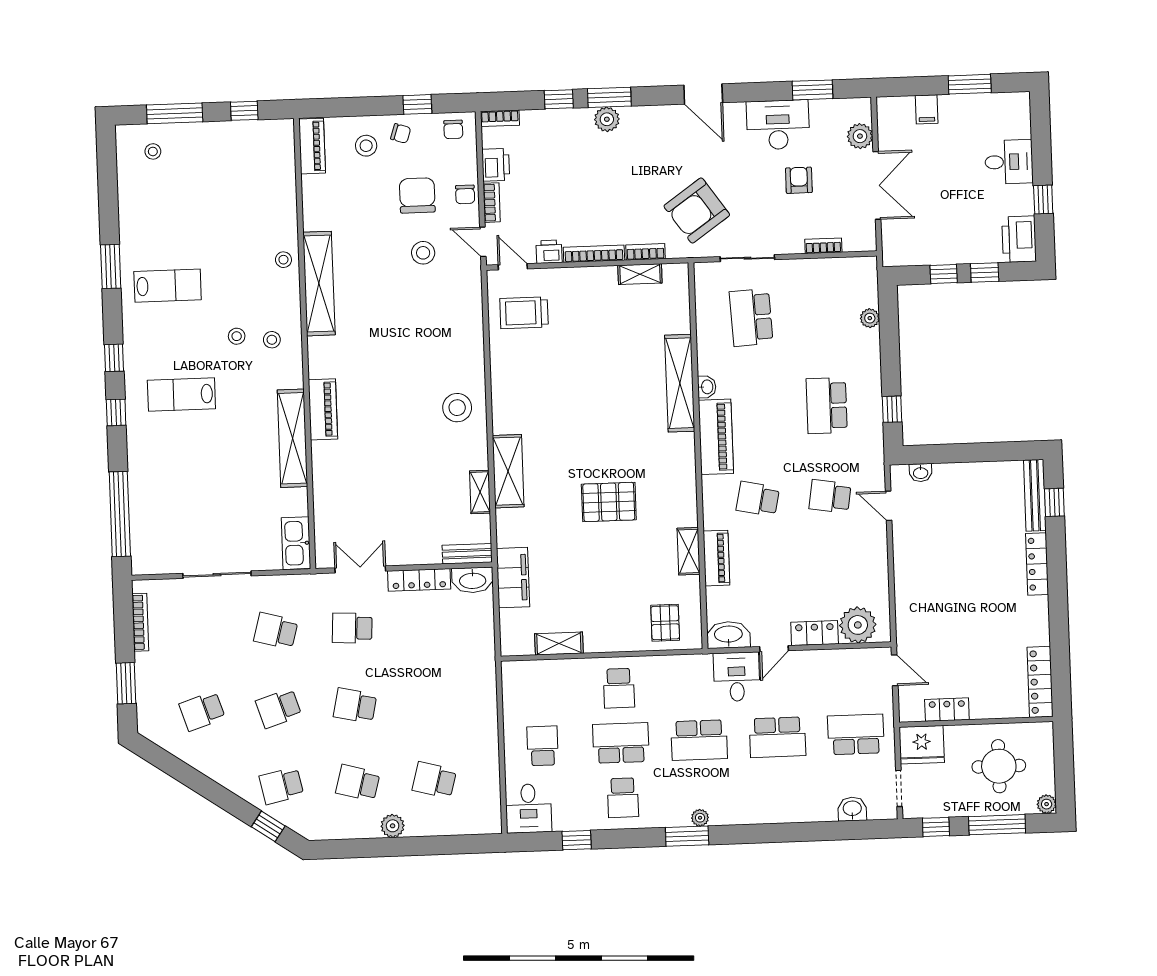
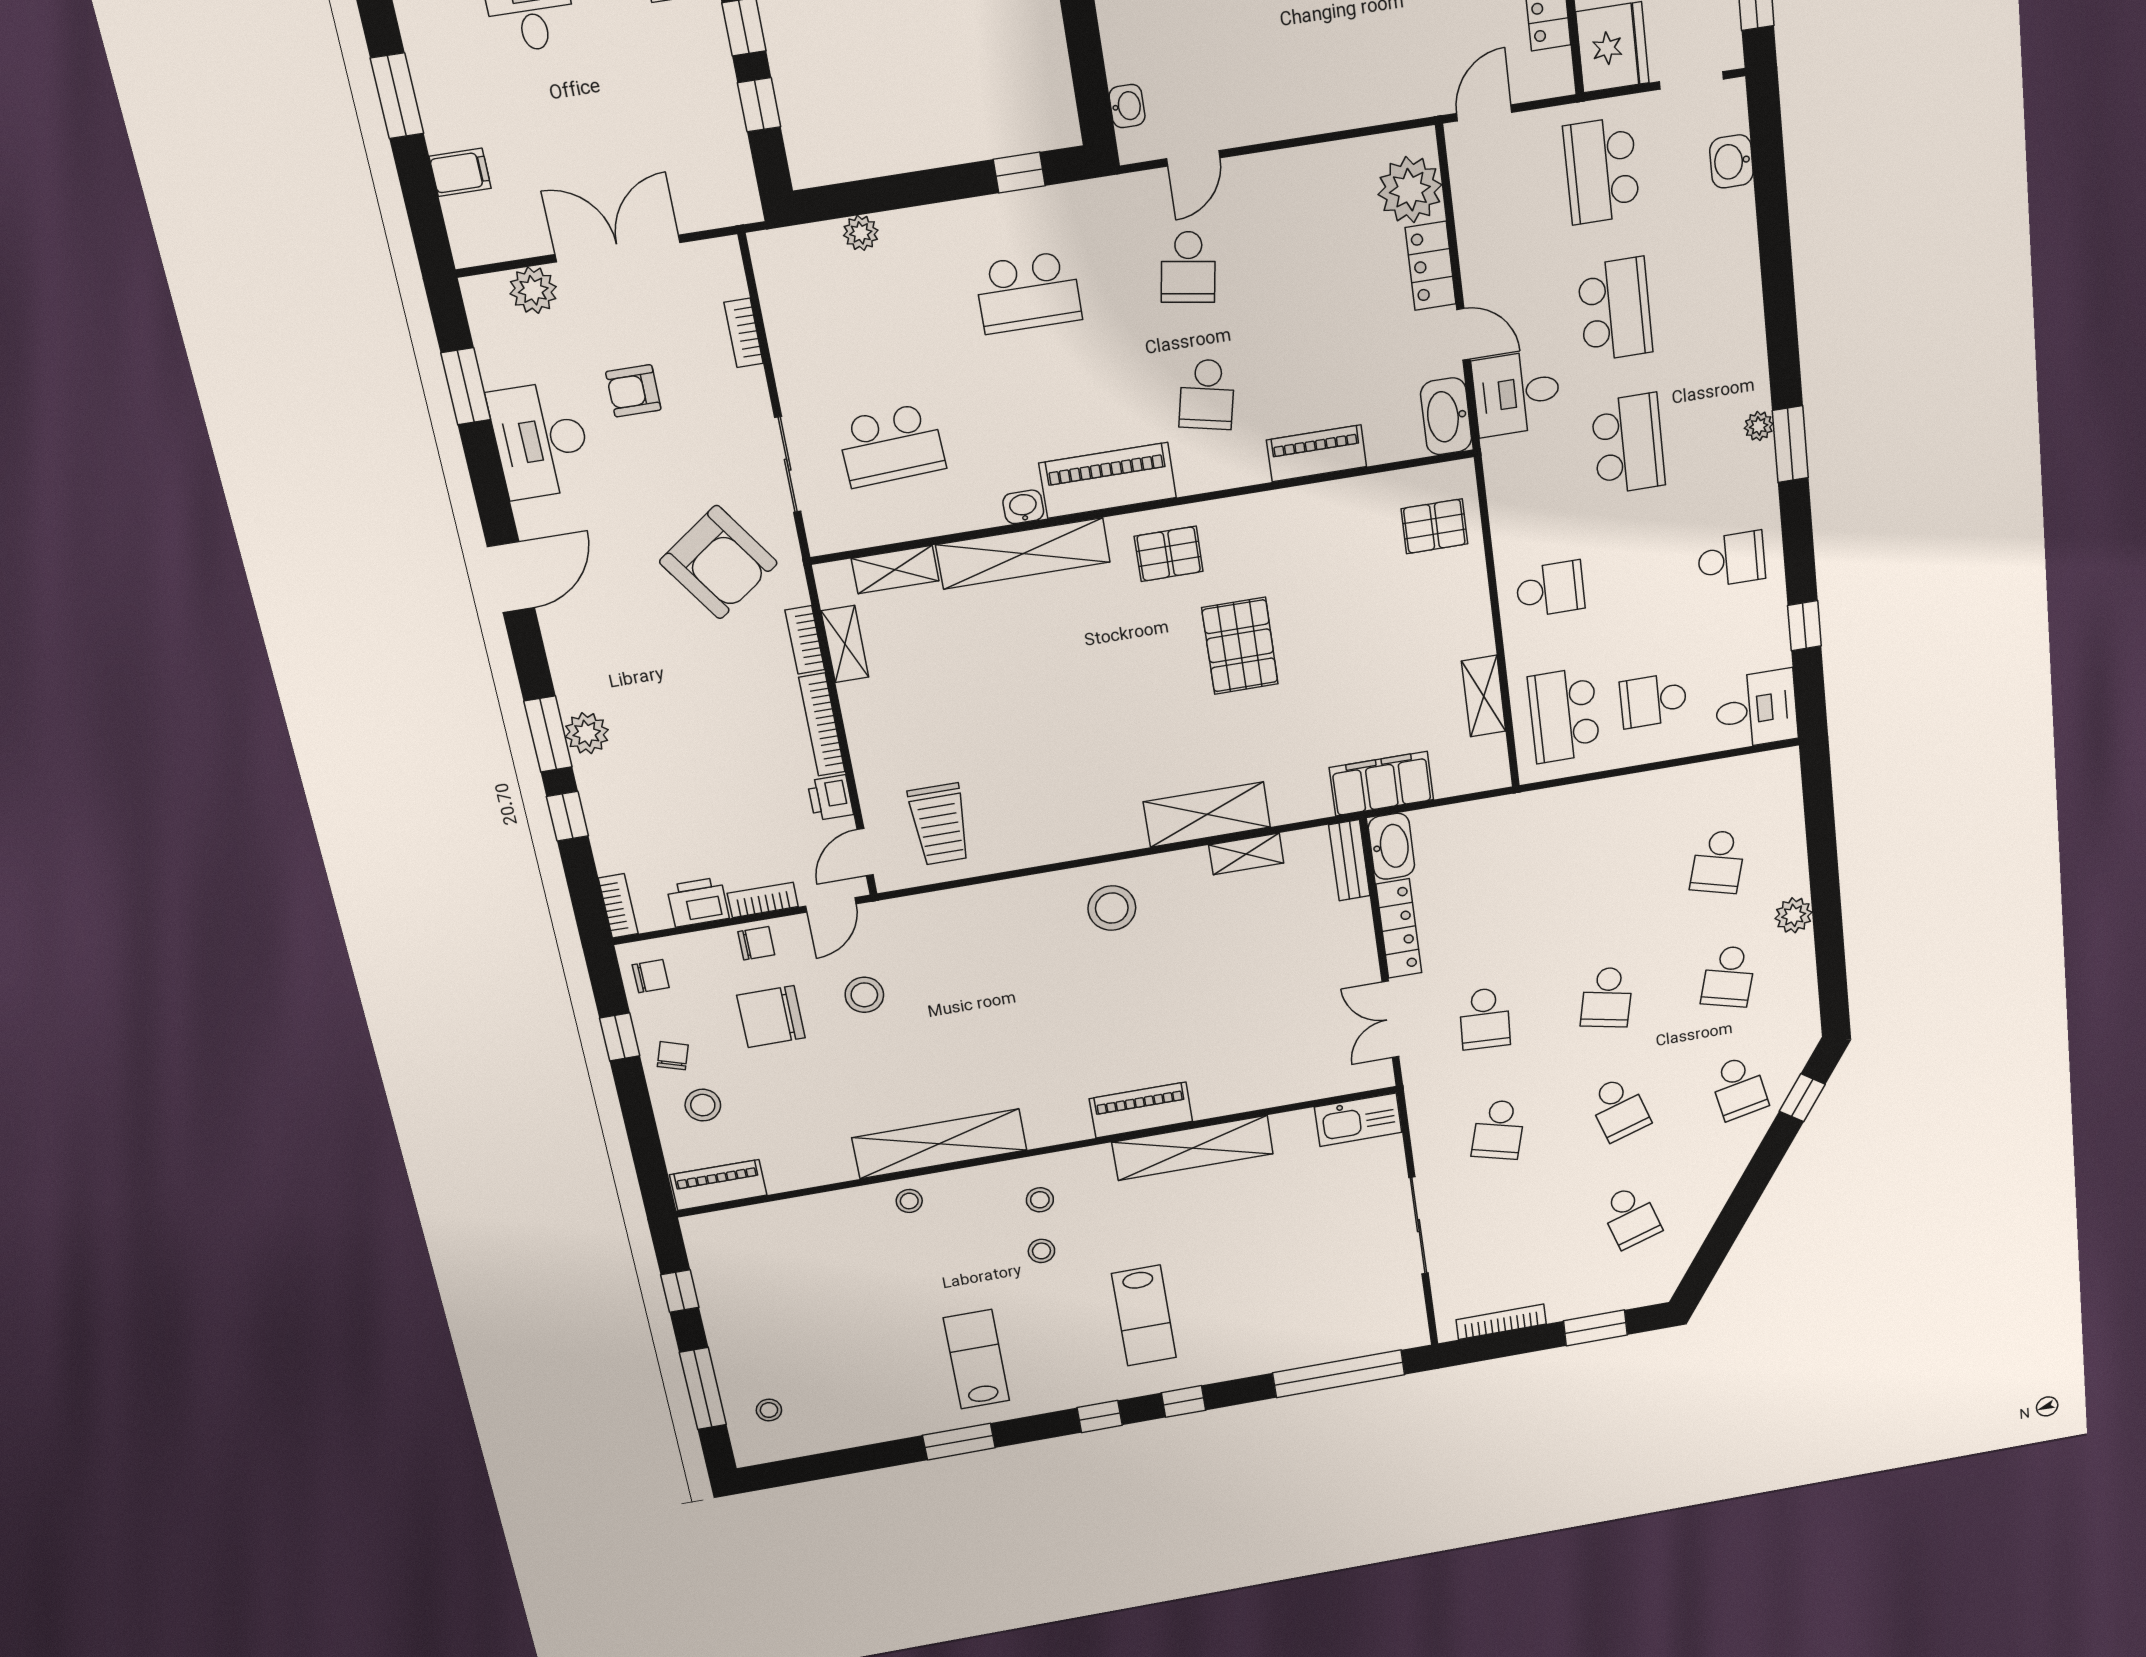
pallet: (669, 467) -> (1169, 554), added
shelving: (689, 551) -> (895, 570), moved
school desk: (621, 743) -> (1564, 715), moved

